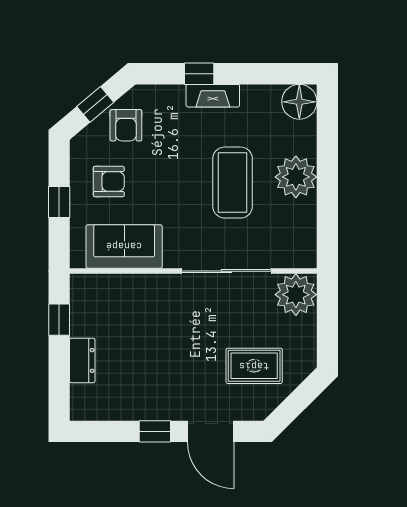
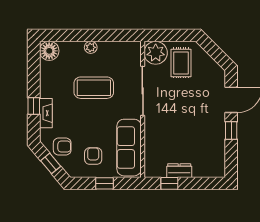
fireplace: (213, 96) -> (46, 113), moved
plant: (296, 177) -> (91, 47), width x0.53, depth x0.53
sofa: (124, 246) -> (129, 148), width x1.36
dresser: (82, 360) -> (179, 171), moved
rug: (254, 366) -> (181, 63), moved

